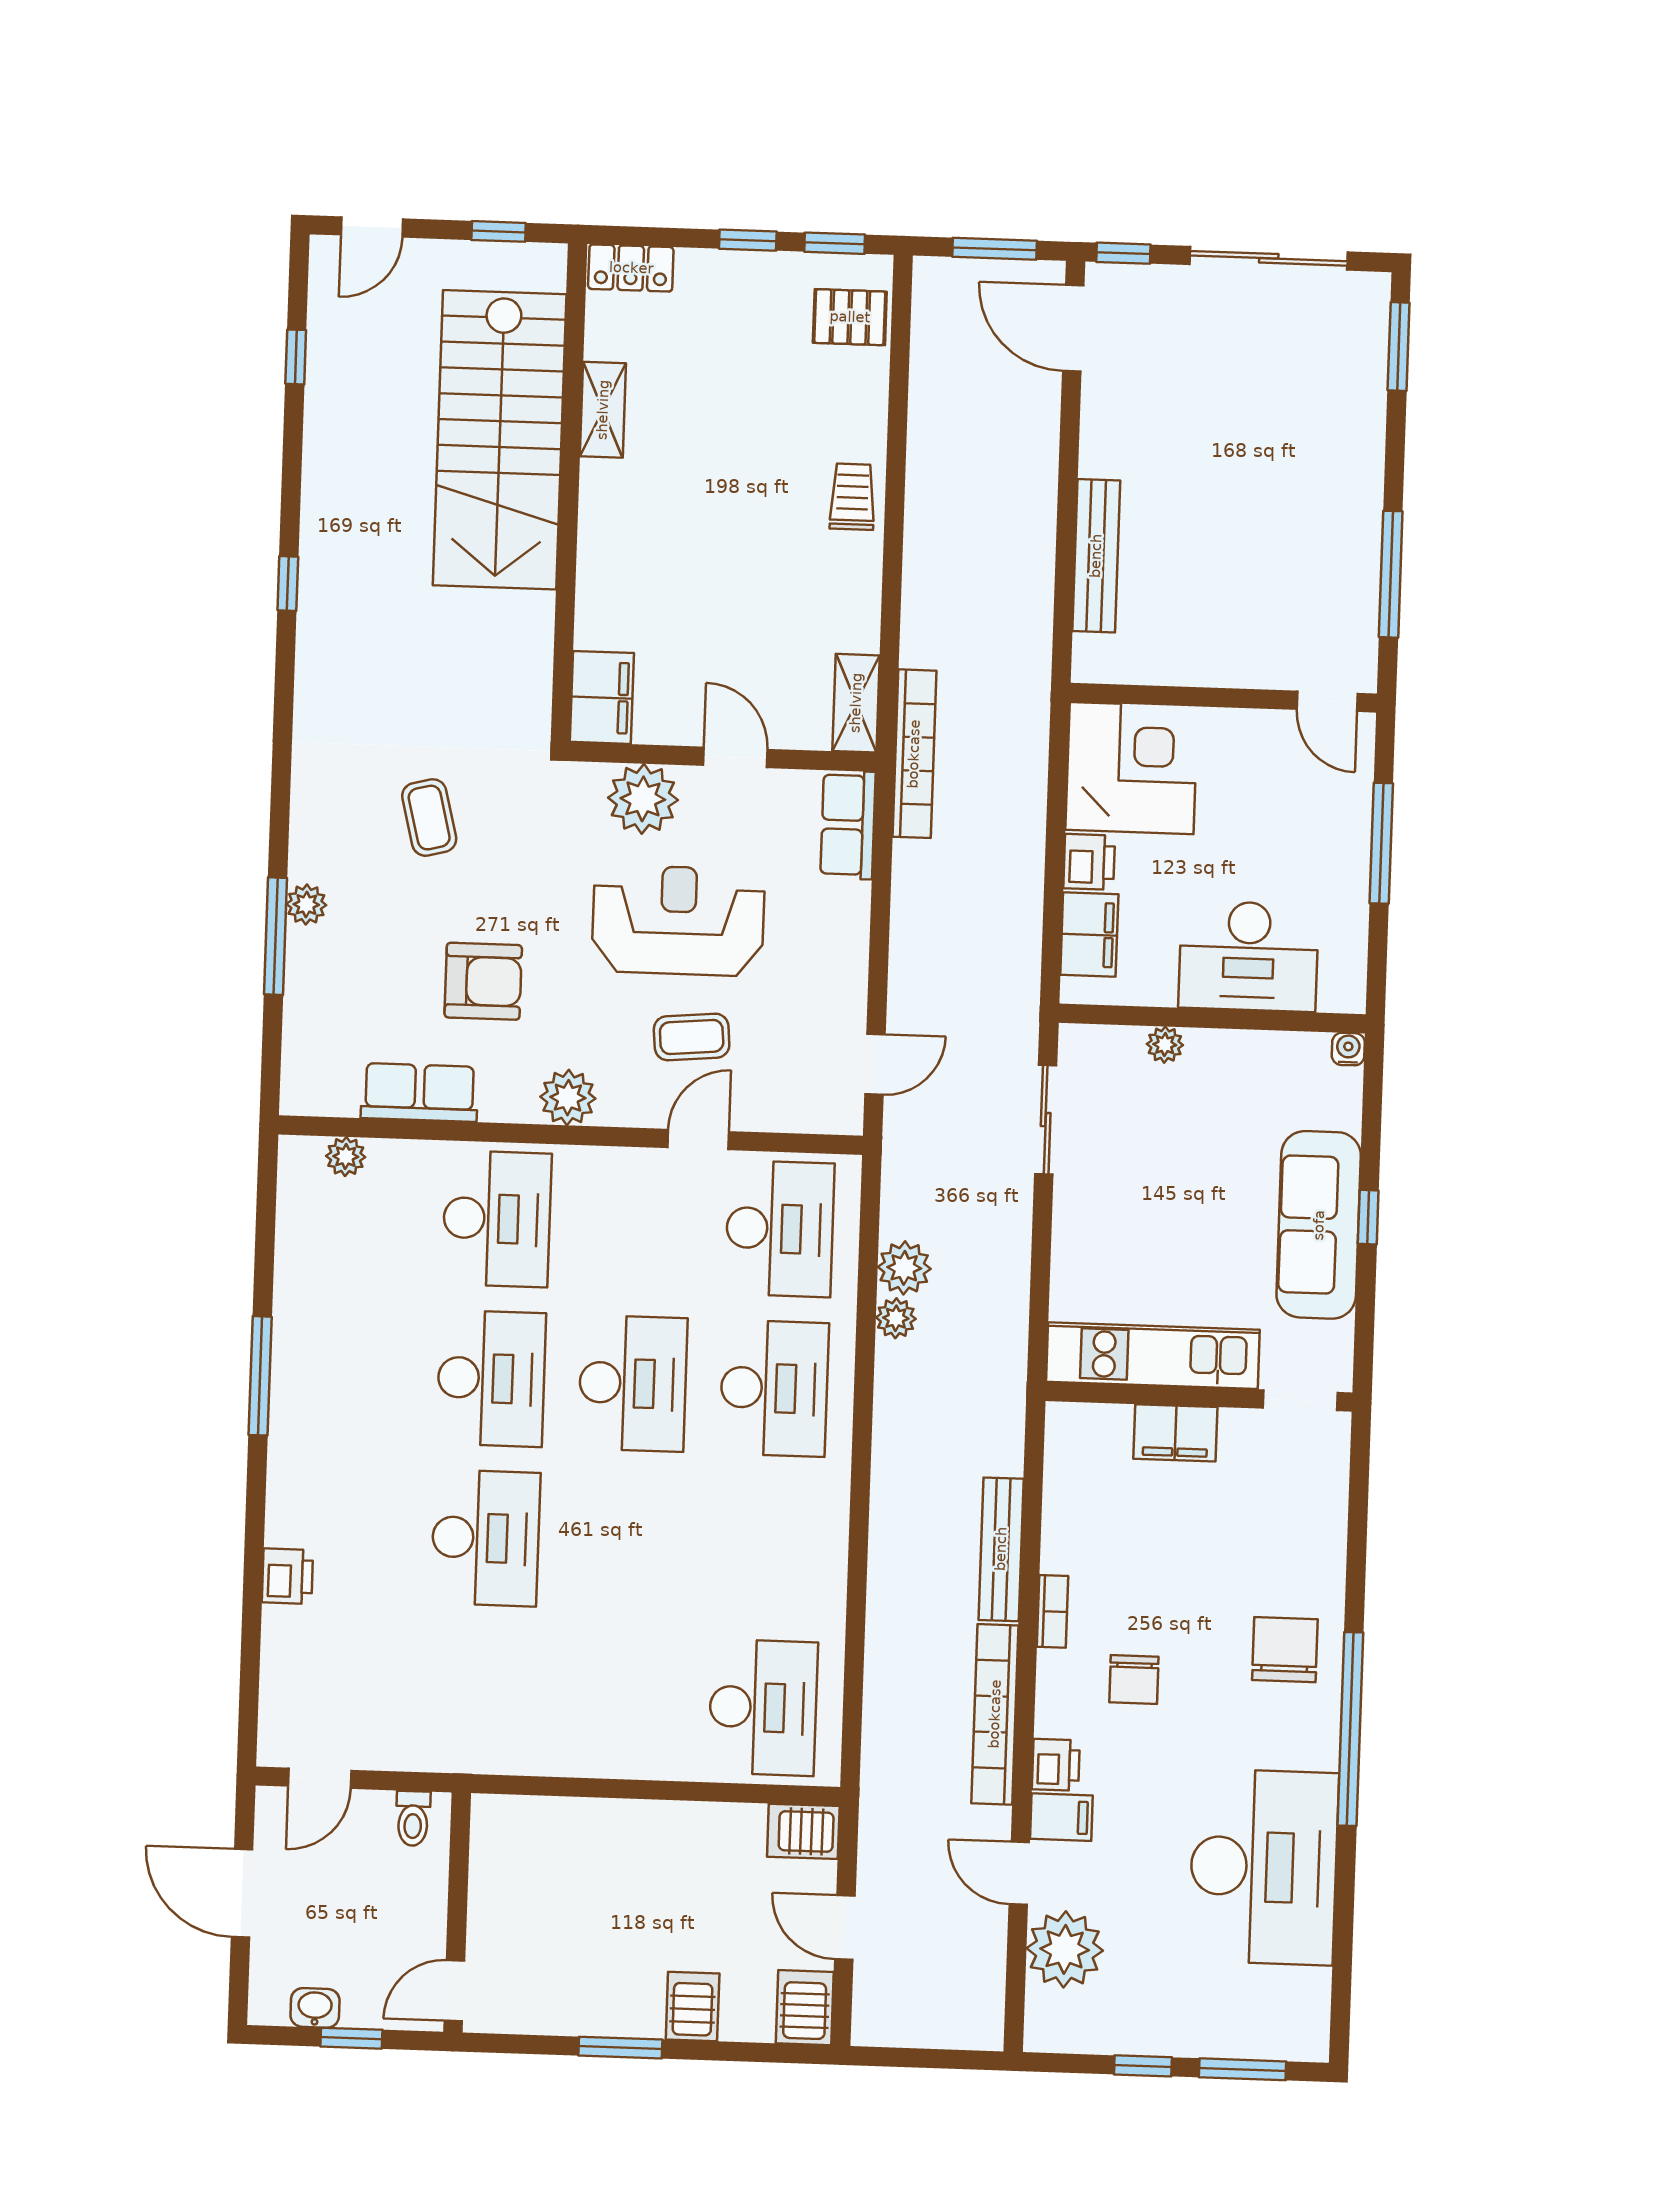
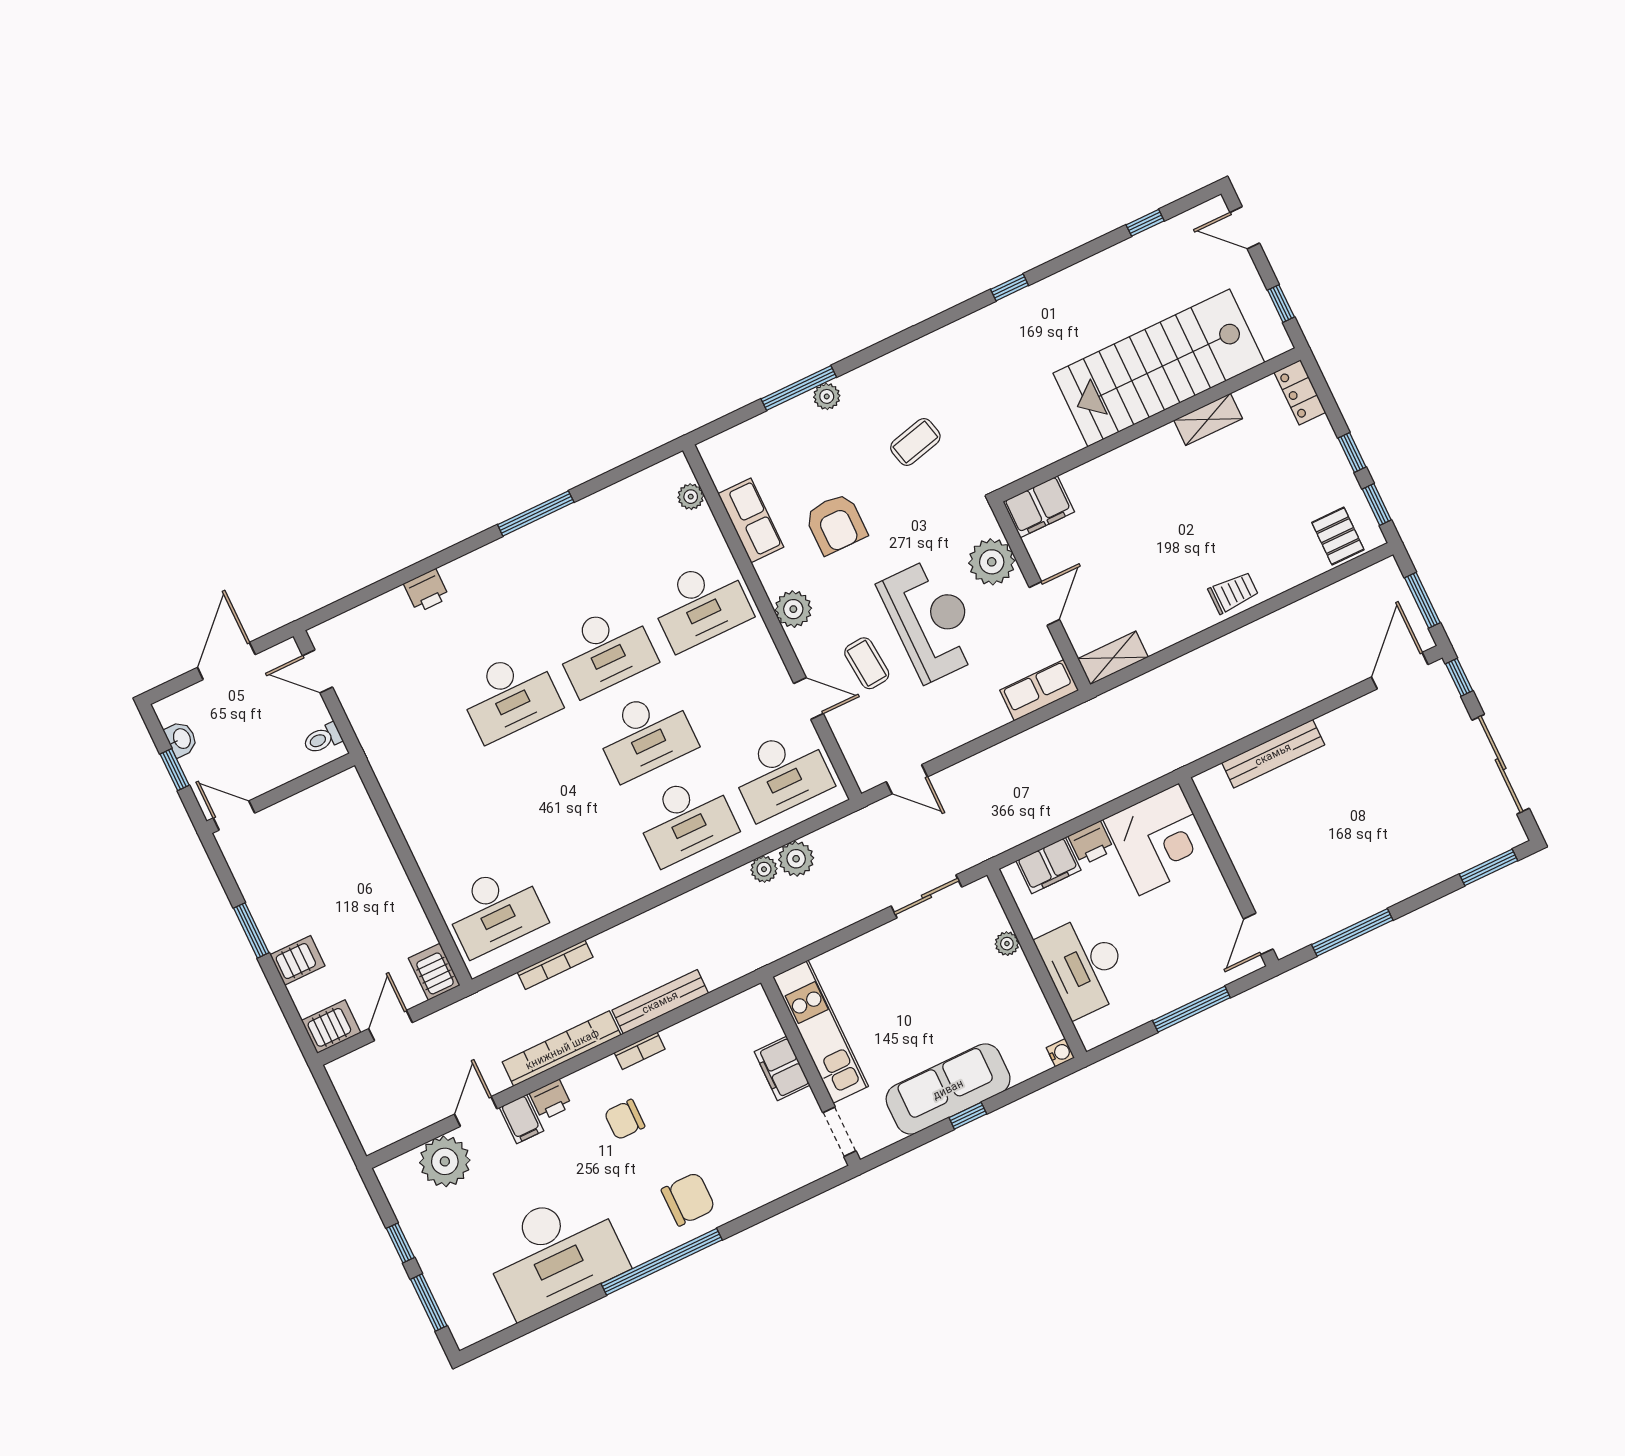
bookcase: (914, 754) -> (555, 965), moved, width x0.68, depth x0.76

